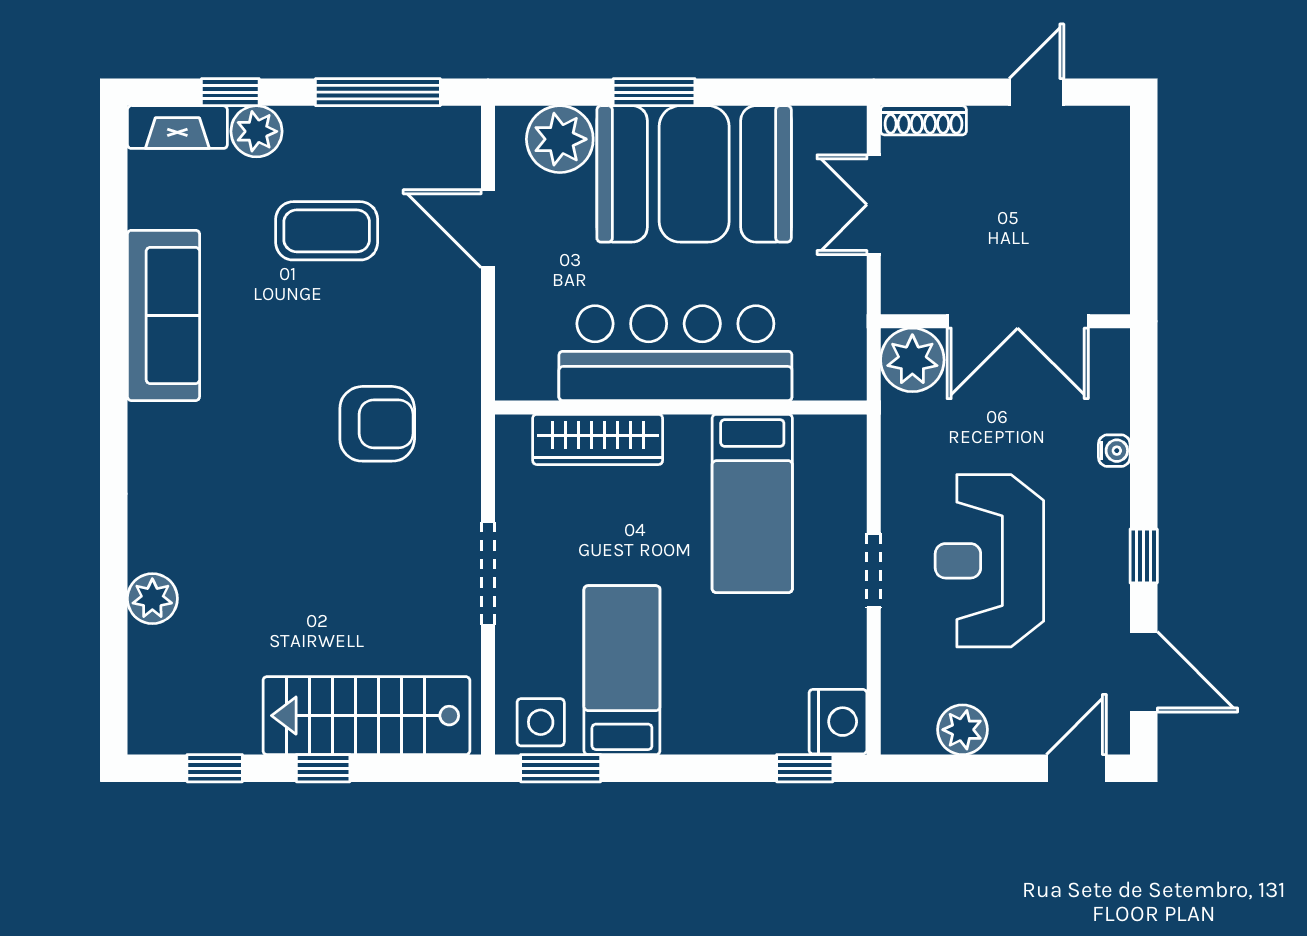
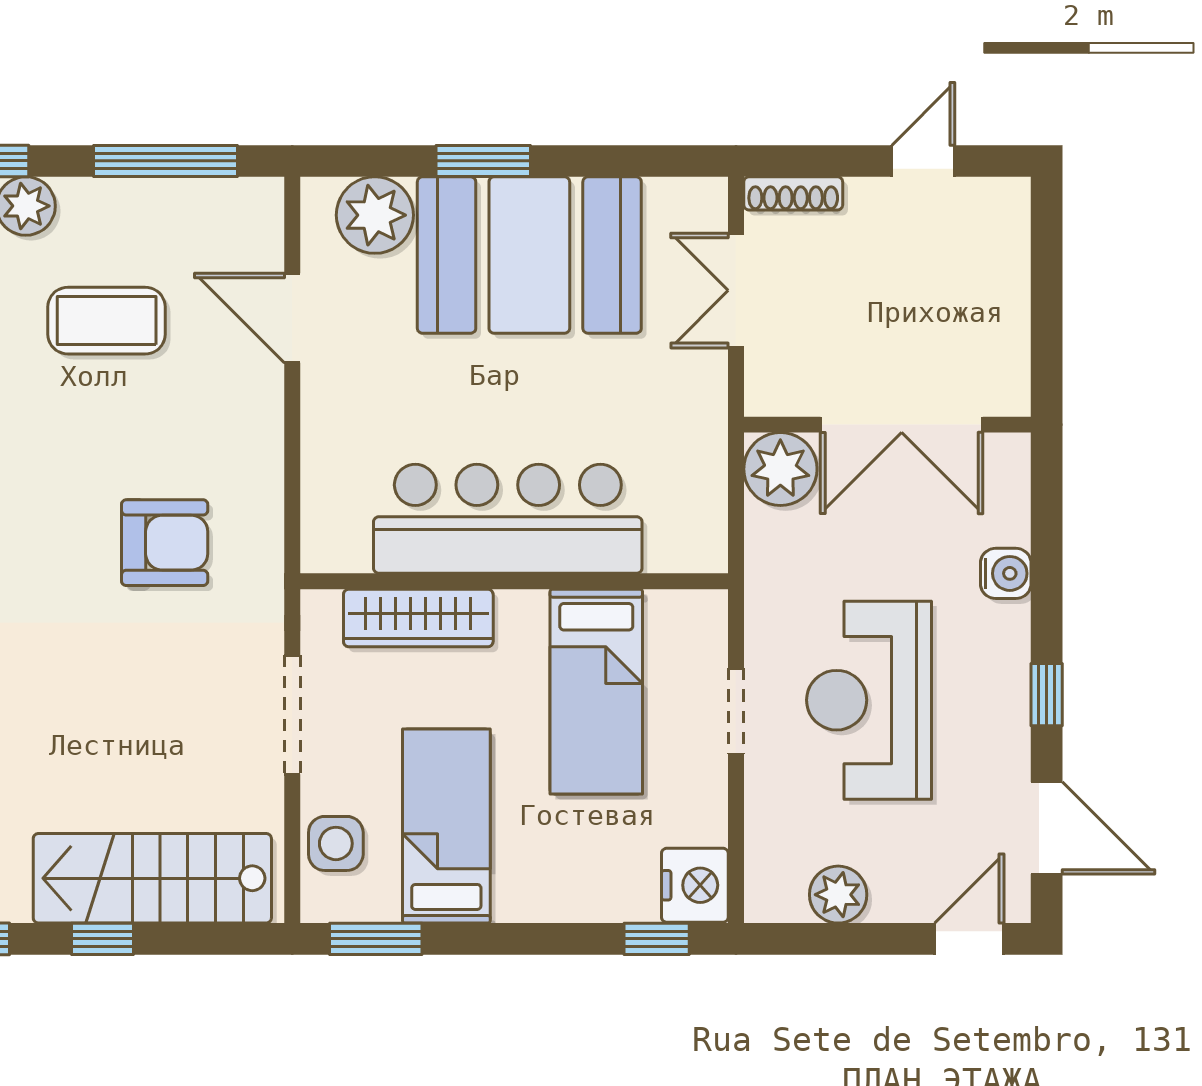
bar counter: (675, 353) -> (508, 519), moved
wall: (681, 407) -> (514, 581), moved
wardrobe: (598, 439) -> (418, 618), moved
water cooler: (1114, 451) -> (1006, 573), width x1.38, depth x1.38
bed: (752, 503) -> (596, 692), moved
side table: (541, 722) -> (336, 843), moved

